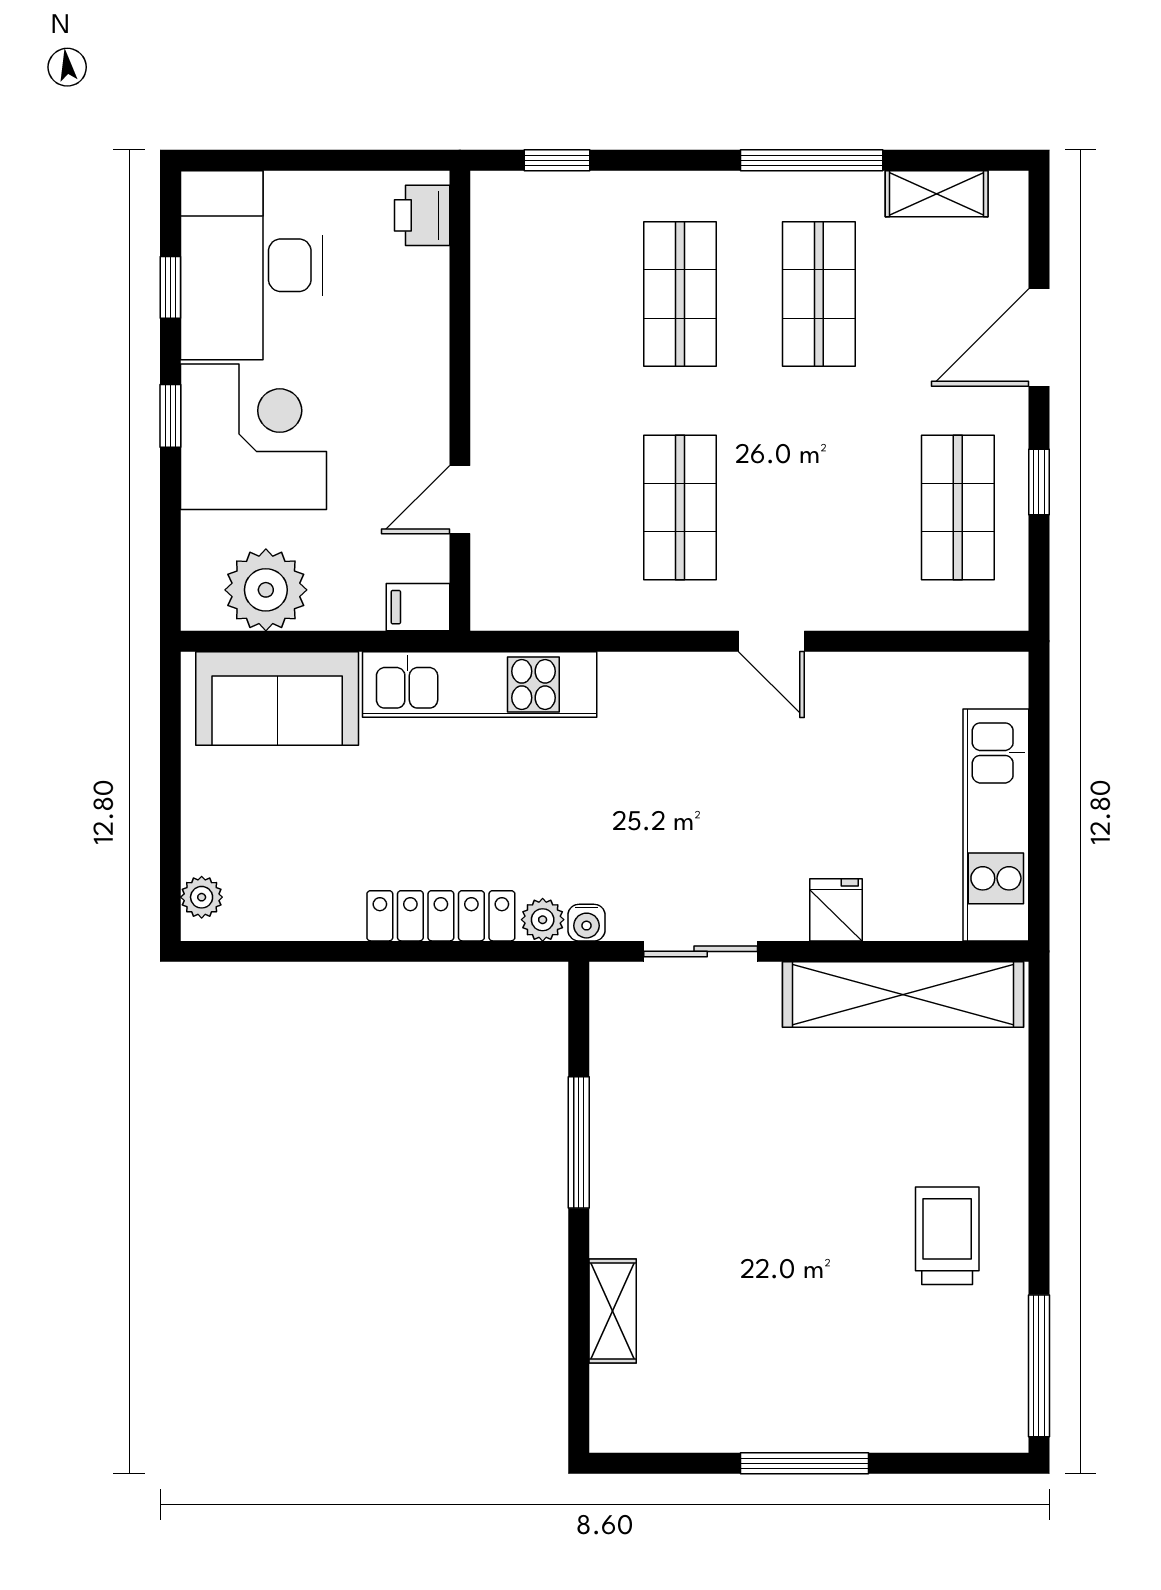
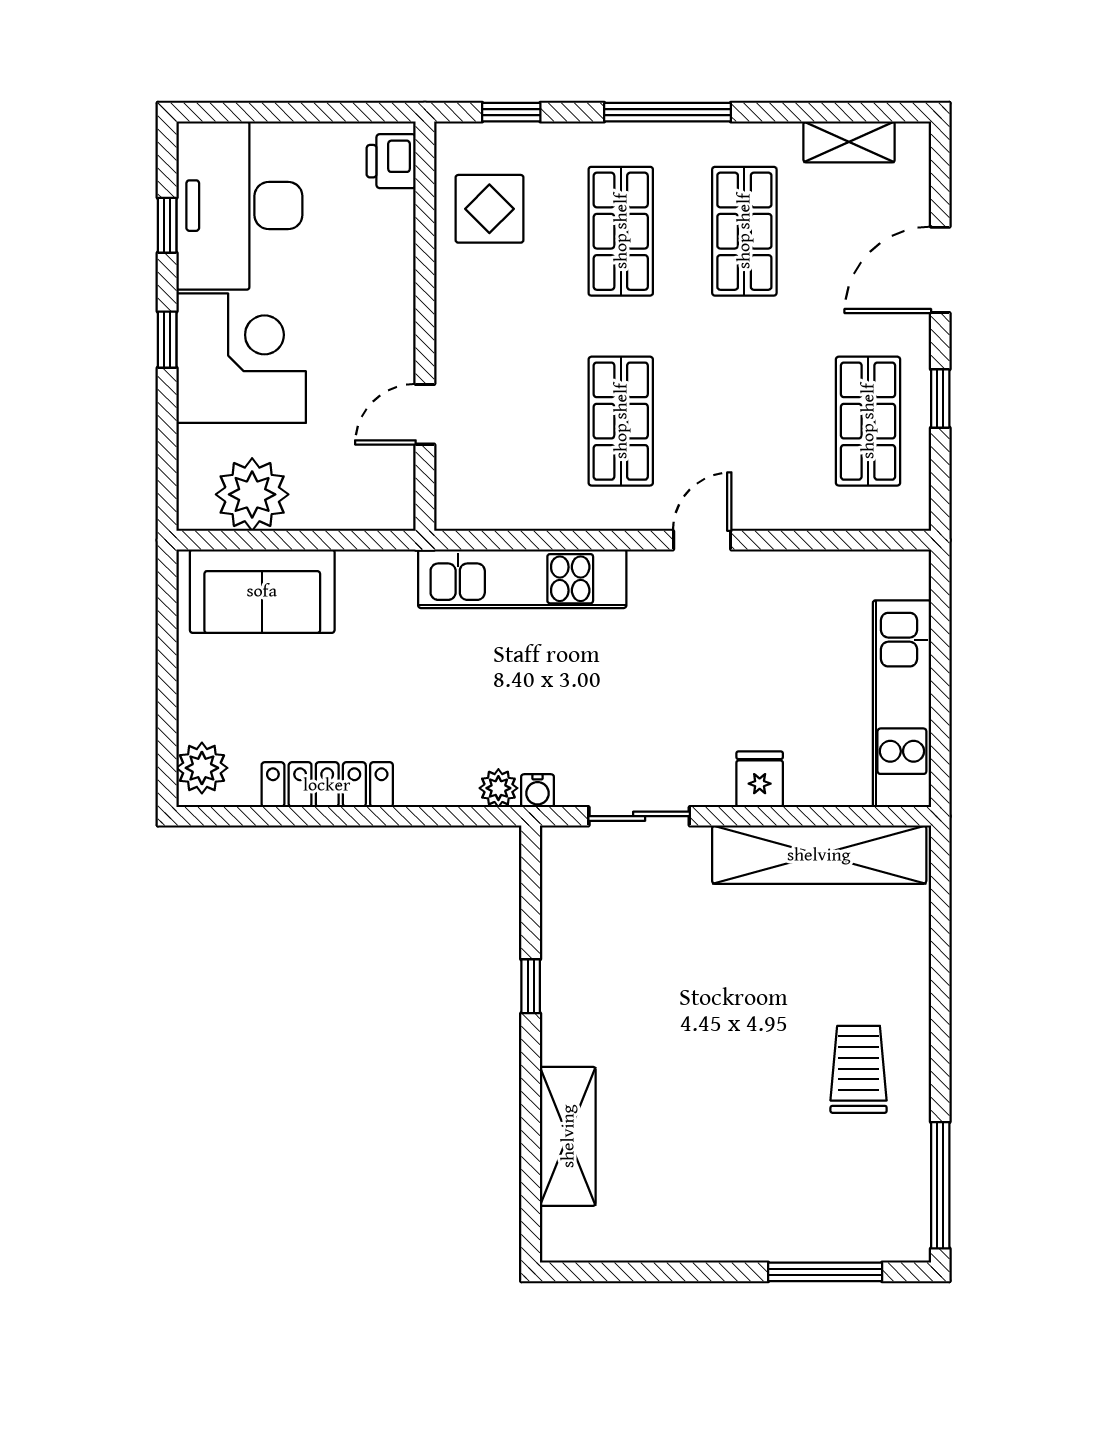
window: (812, 160) -> (668, 112), moved
display table: (533, 269) -> (489, 209), added
filing cabinet: (418, 607) -> (388, 510), removed
door: (771, 641) -> (702, 540), swing flipped
kitchen unit: (480, 684) -> (522, 579), moved
plant: (202, 897) -> (202, 768), width x1.38, depth x1.38
locker: (441, 916) -> (327, 785), moved
window: (579, 1142) -> (531, 986), width x0.46
shelving: (613, 1311) -> (568, 1136), width x1.50, depth x1.33
window: (805, 1463) -> (825, 1272), moved

